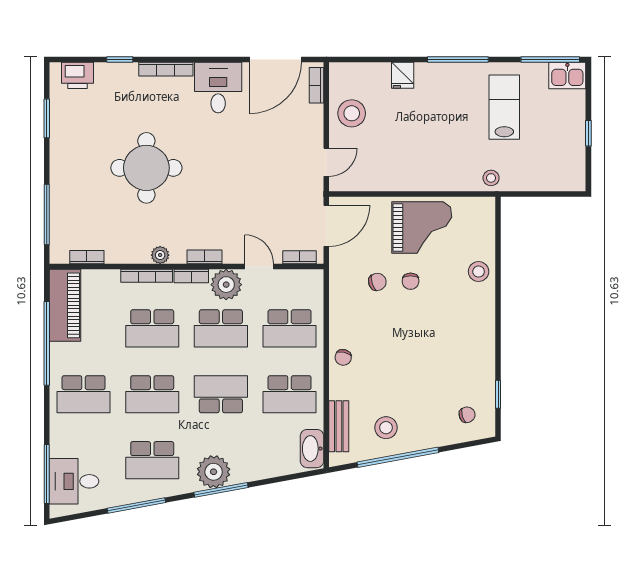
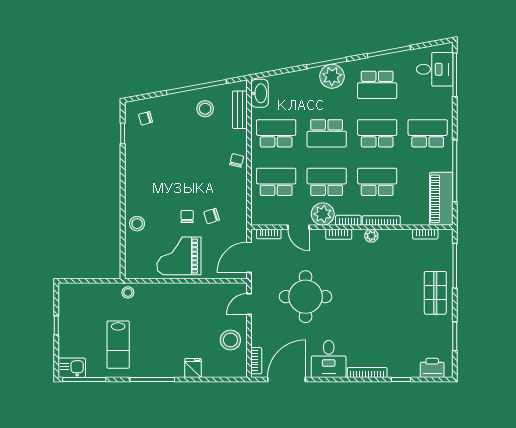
round table: (146, 168) -> (306, 297), moved
shop shelf: (73, 177) -> (435, 293), added
school desk: (152, 460) -> (377, 85), turned 180

